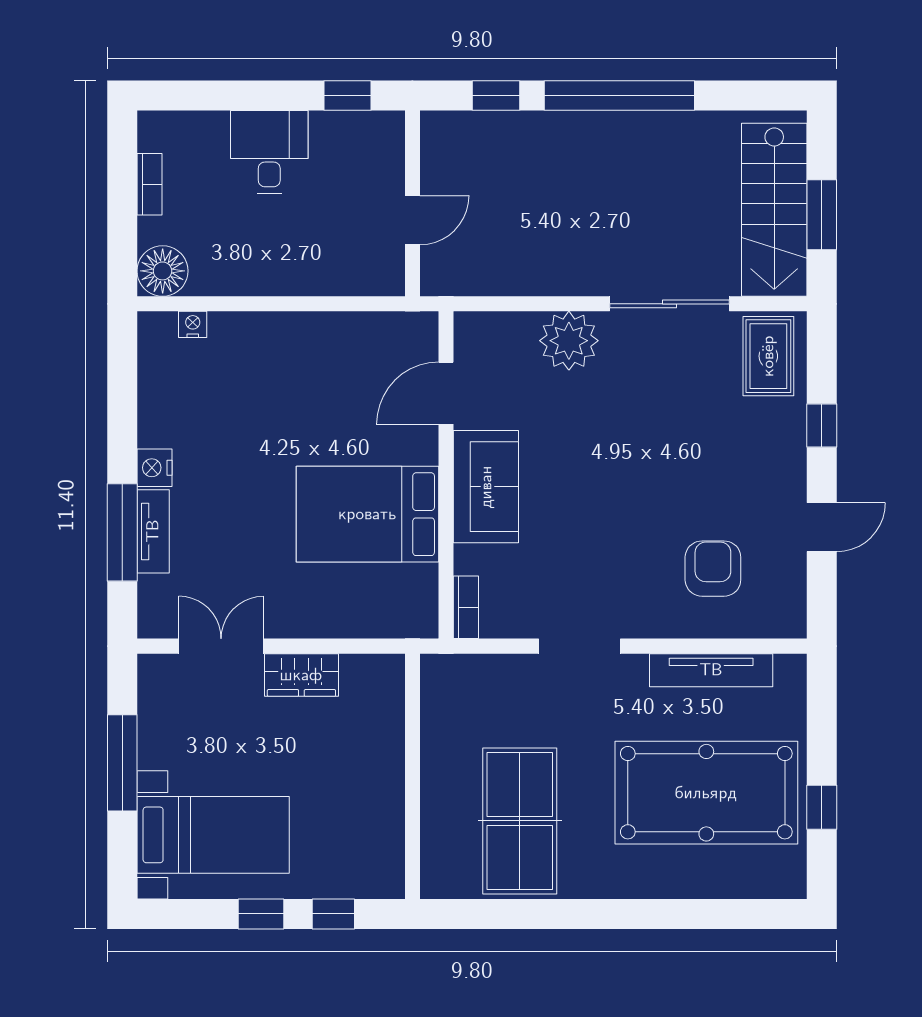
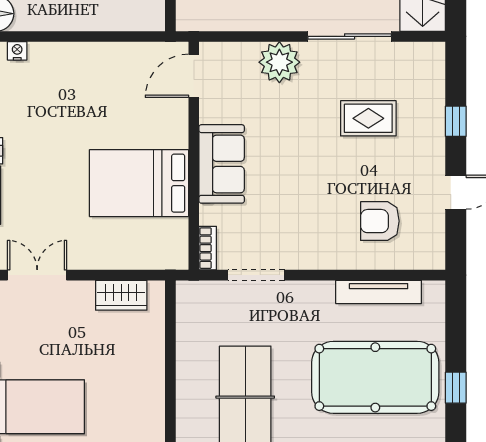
rug: (768, 356) -> (368, 118), moved, turned 90
door: (446, 393) -> (194, 76), moved
armchair: (713, 569) -> (380, 221), turned -90
doorway: (579, 646) -> (256, 275), moved
wardrobe: (301, 675) -> (121, 295), moved

